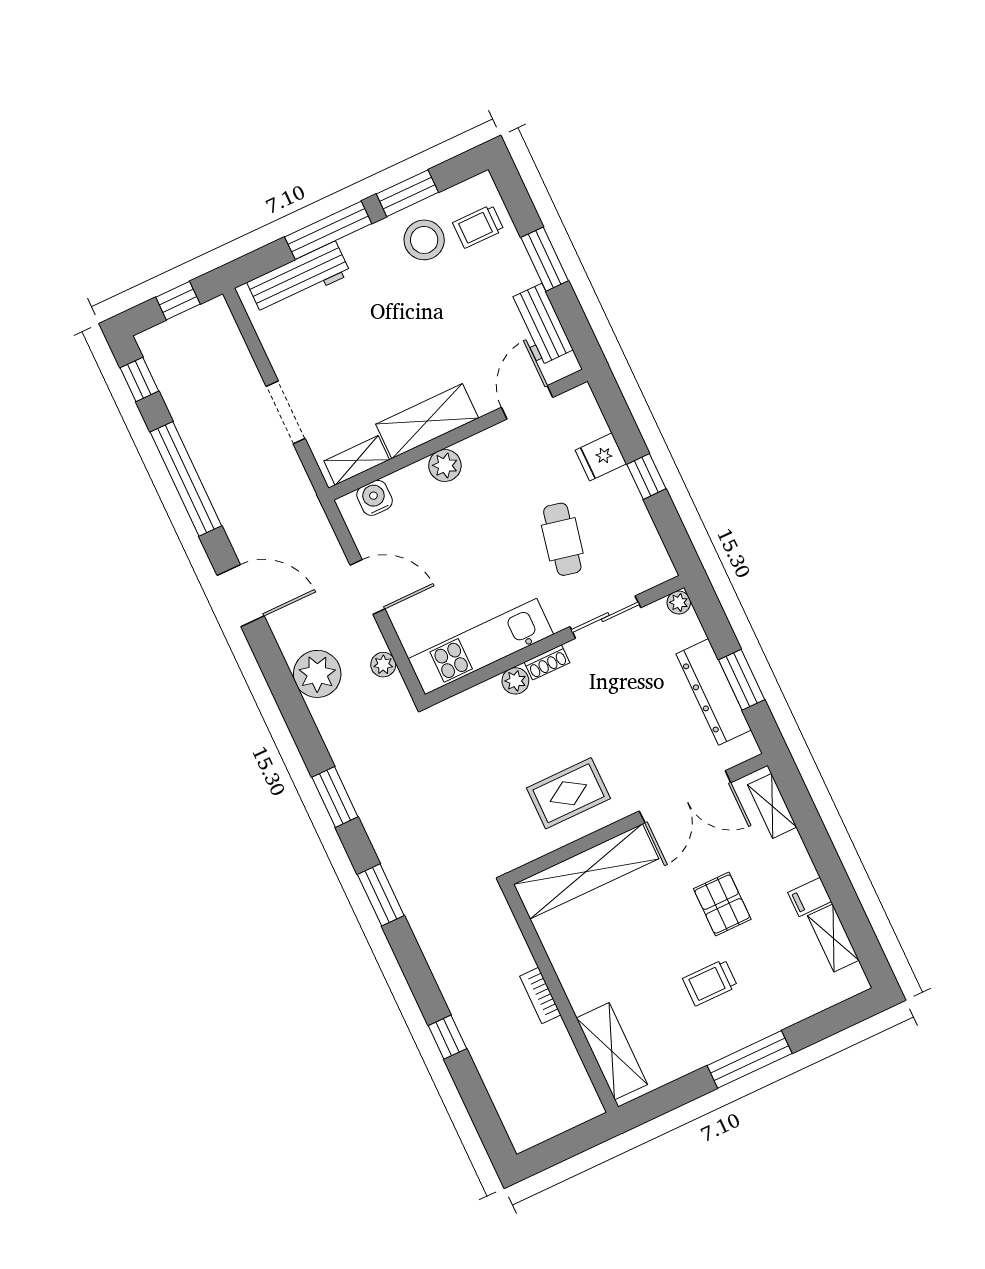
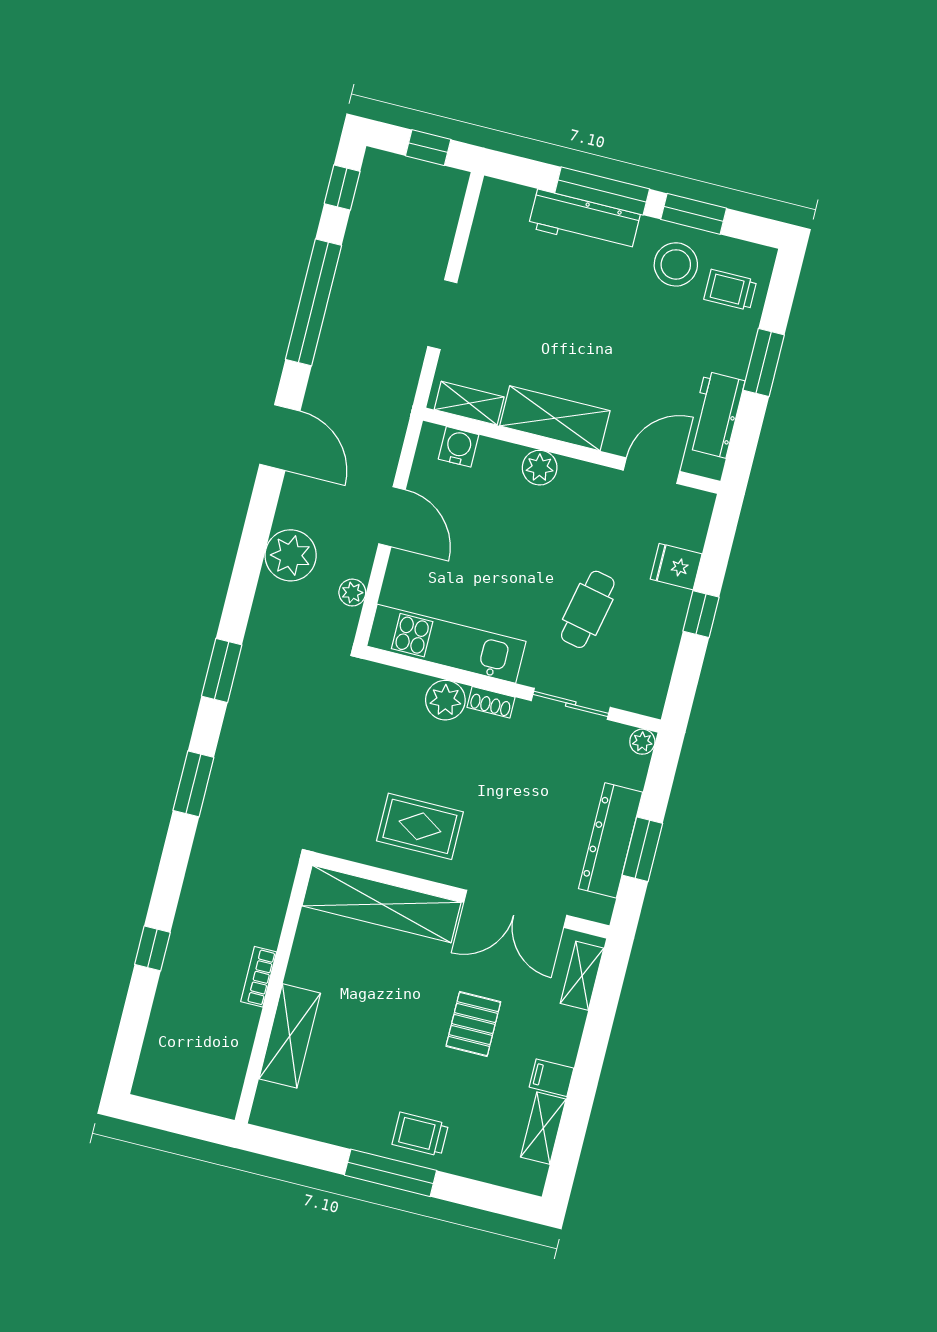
workbench: (299, 278) -> (584, 221), moved
plant: (515, 681) -> (445, 700), width x1.38, depth x1.38
trolley: (710, 982) -> (420, 1134), moved
shelving: (612, 1051) -> (290, 1036), moved

